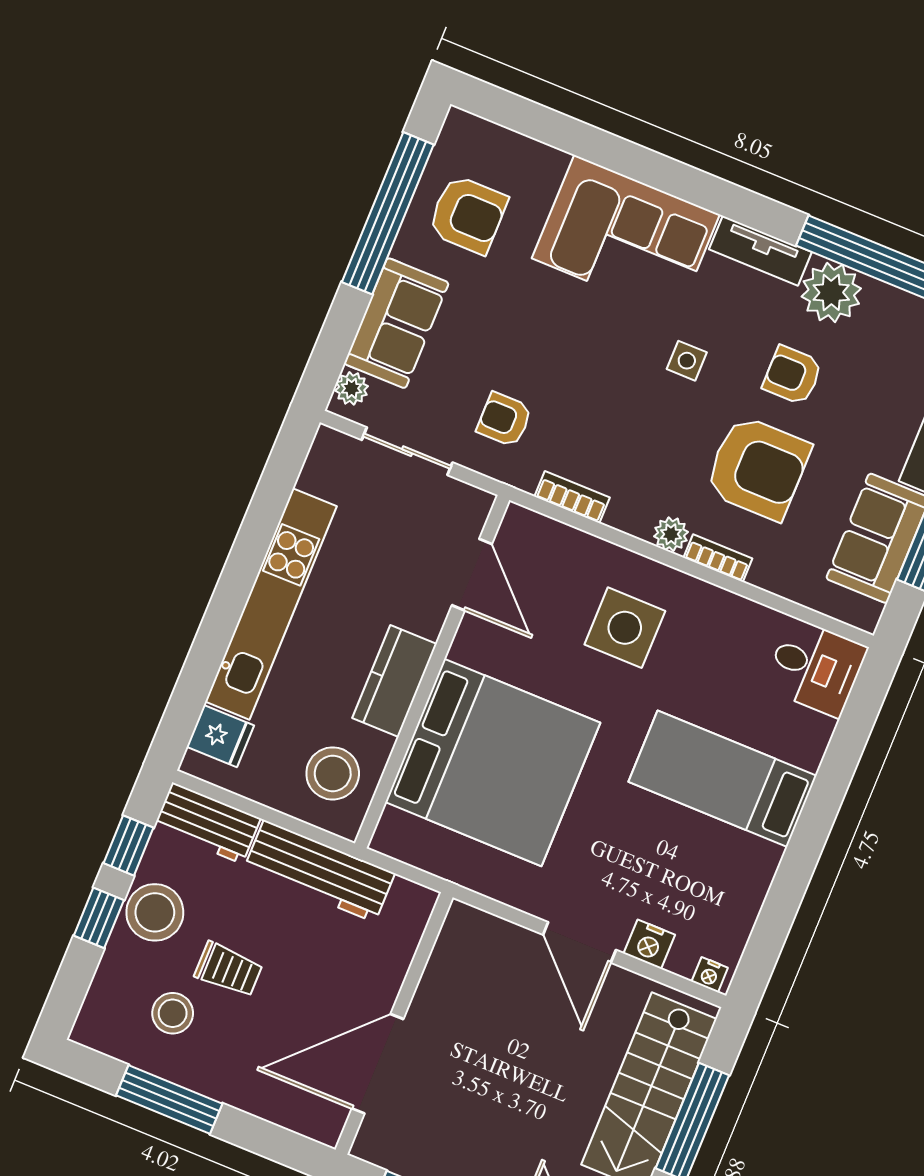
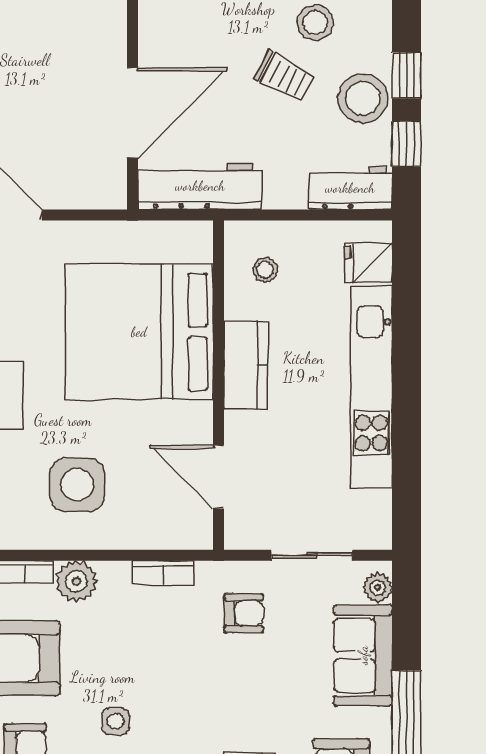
plant: (671, 534) -> (76, 581), width x1.38, depth x1.38
stool: (333, 773) -> (265, 270), width x0.53, depth x0.53
workbench: (319, 871) -> (200, 186), moved
trolley: (229, 970) -> (284, 77), turned -152
door: (378, 1064) -> (133, 113), moved

